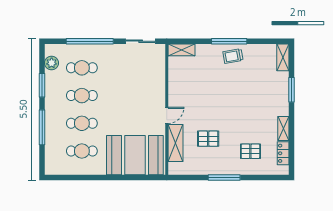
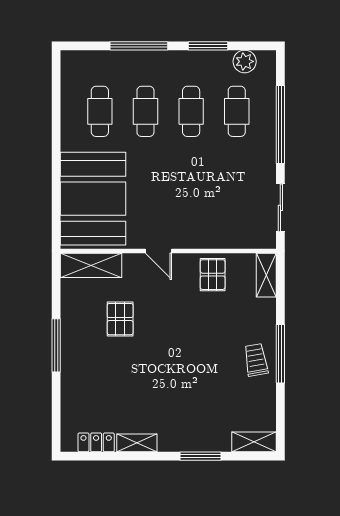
shelving: (175, 143) -> (91, 265), moved
pallet: (250, 151) -> (213, 275), moved

